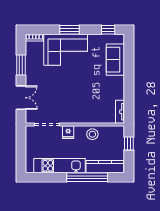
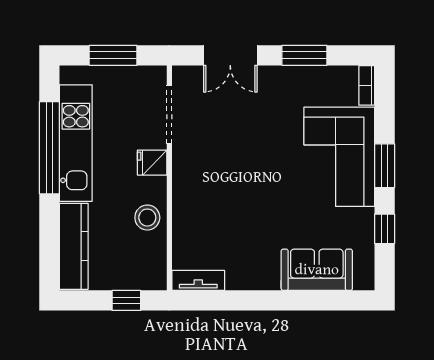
window: (108, 30) -> (385, 229), moved
window: (21, 149) -> (113, 55), added
window: (87, 177) -> (49, 148), moved

